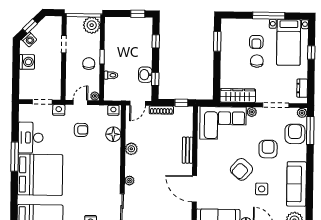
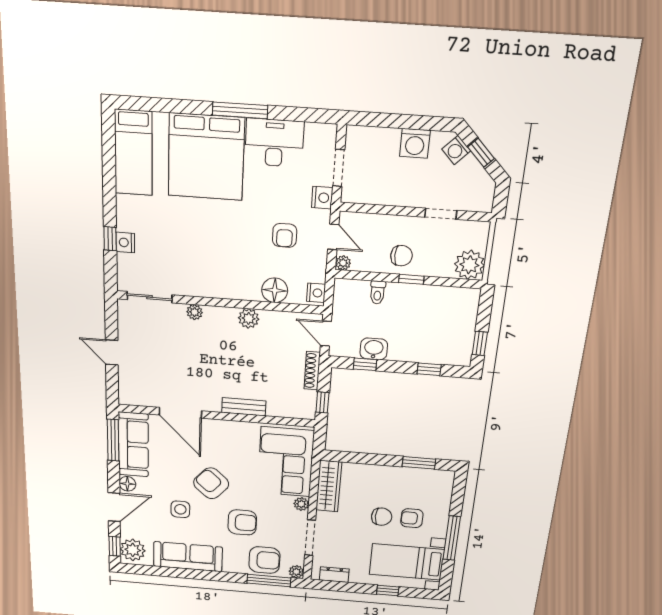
door: (194, 189) -> (180, 413), swing flipped

